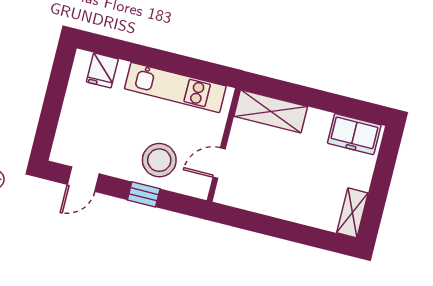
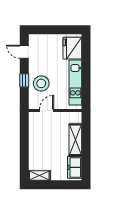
fridge: (102, 70) -> (72, 48), width x1.88, depth x1.34
shelving: (271, 111) -> (75, 140), moved
door: (219, 163) -> (47, 110), hinge flipped

